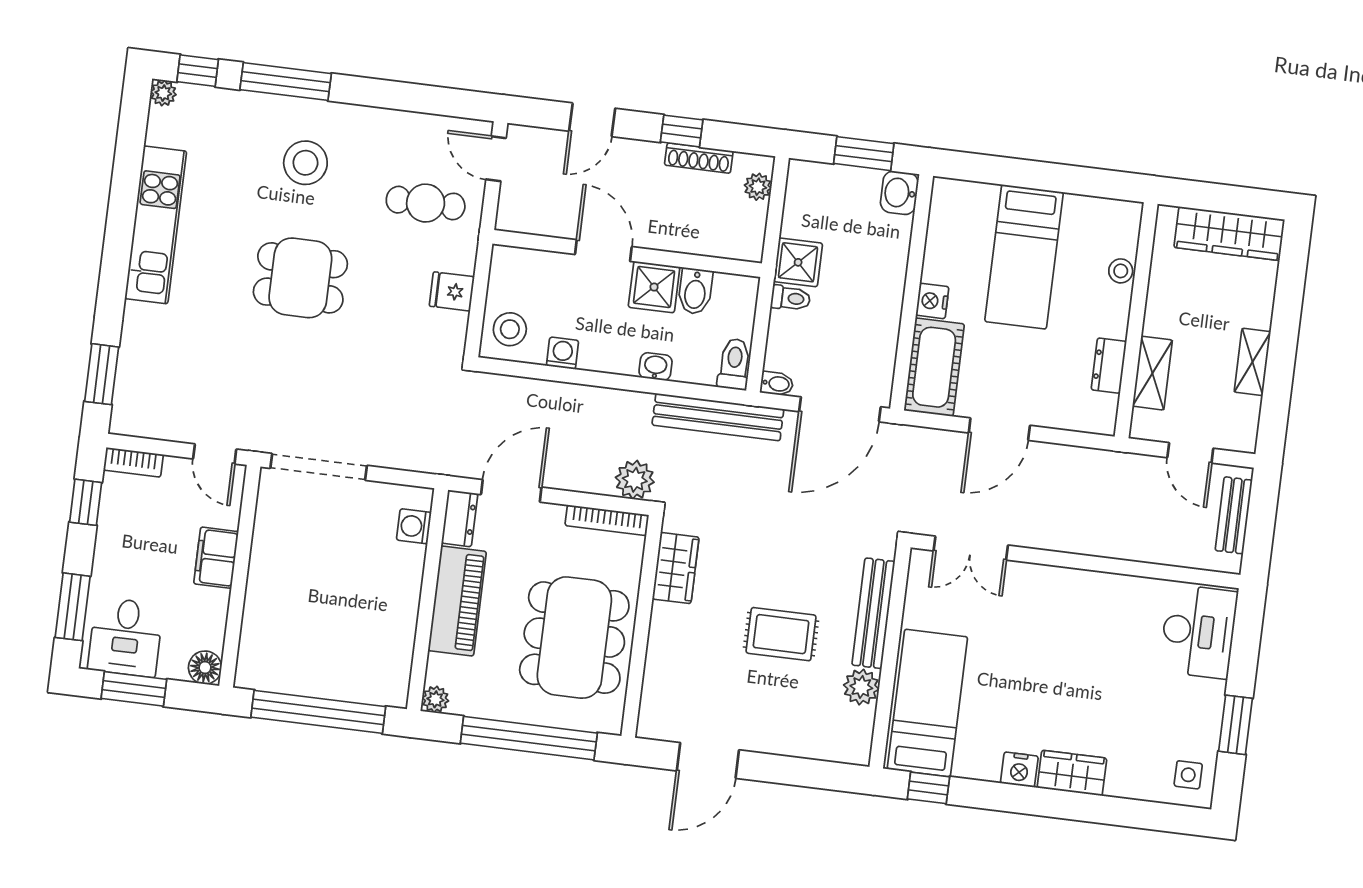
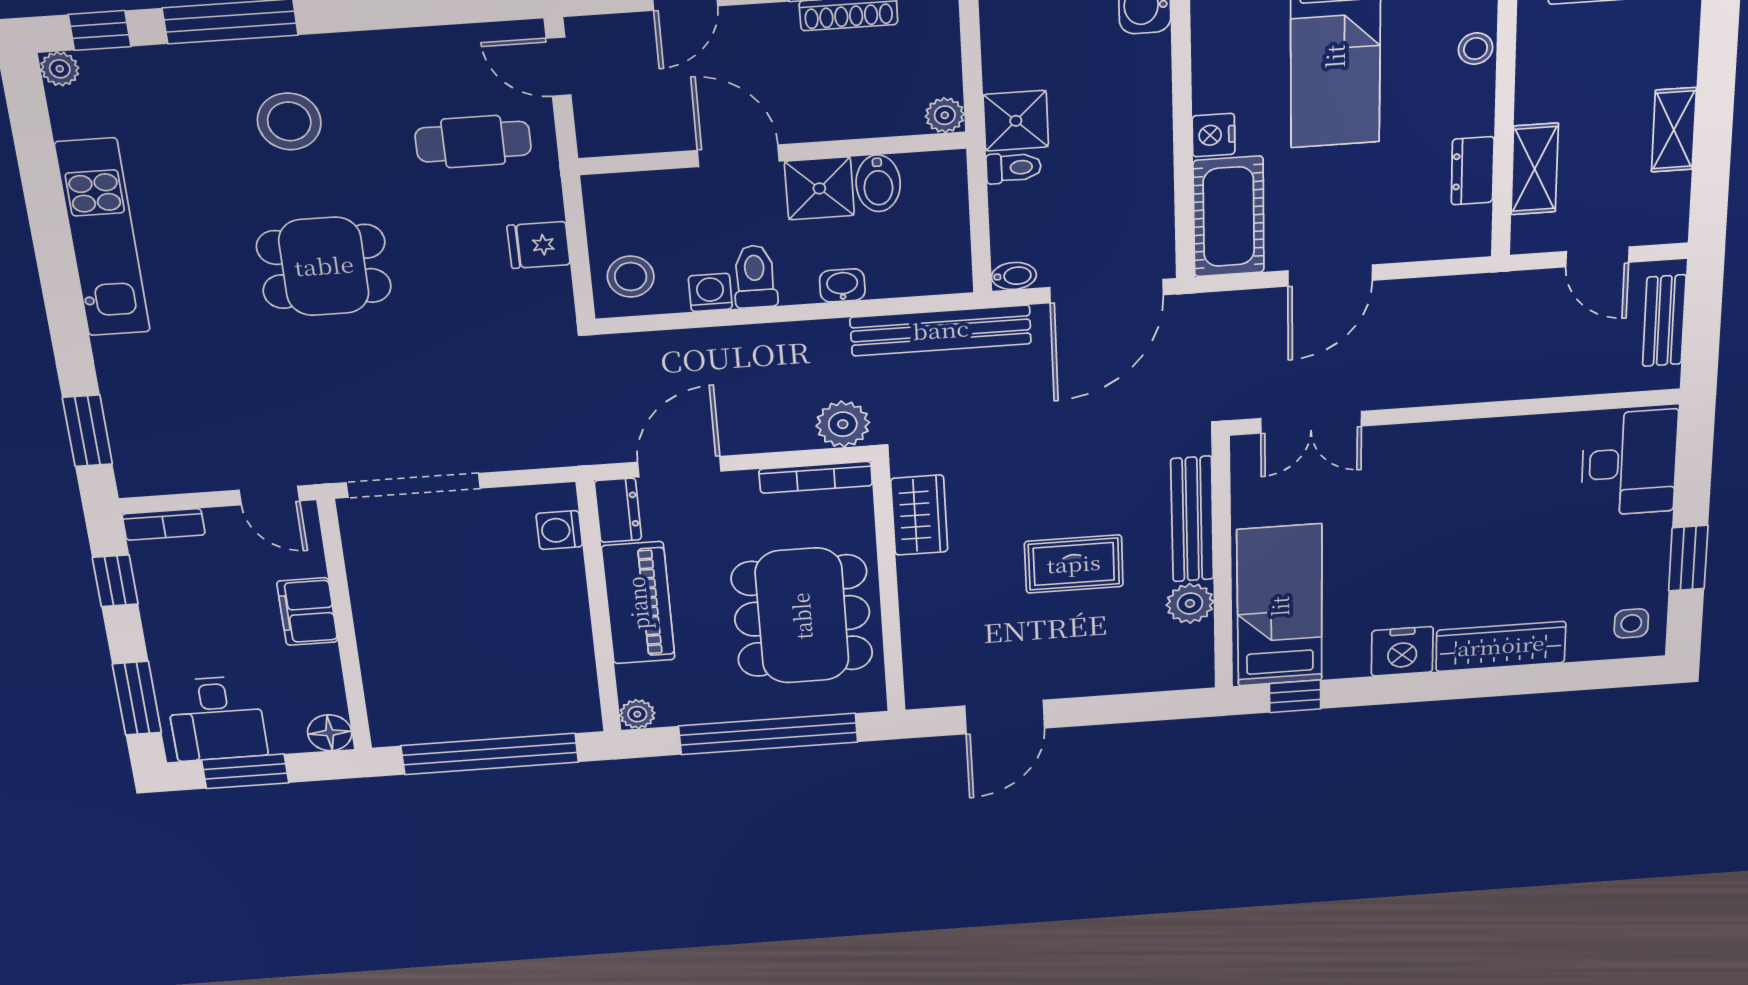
plant: (758, 187) -> (945, 115), moved
toilet: (734, 364) -> (755, 276), moved
nightstand: (1019, 770) -> (1402, 651), width x1.36, depth x1.33
wardrobe: (1072, 773) -> (1501, 646), width x1.50

